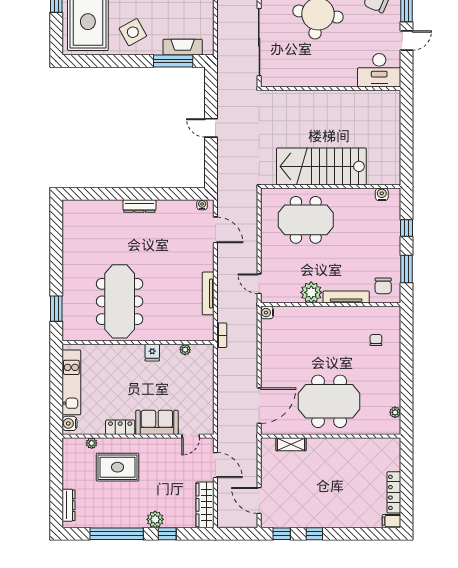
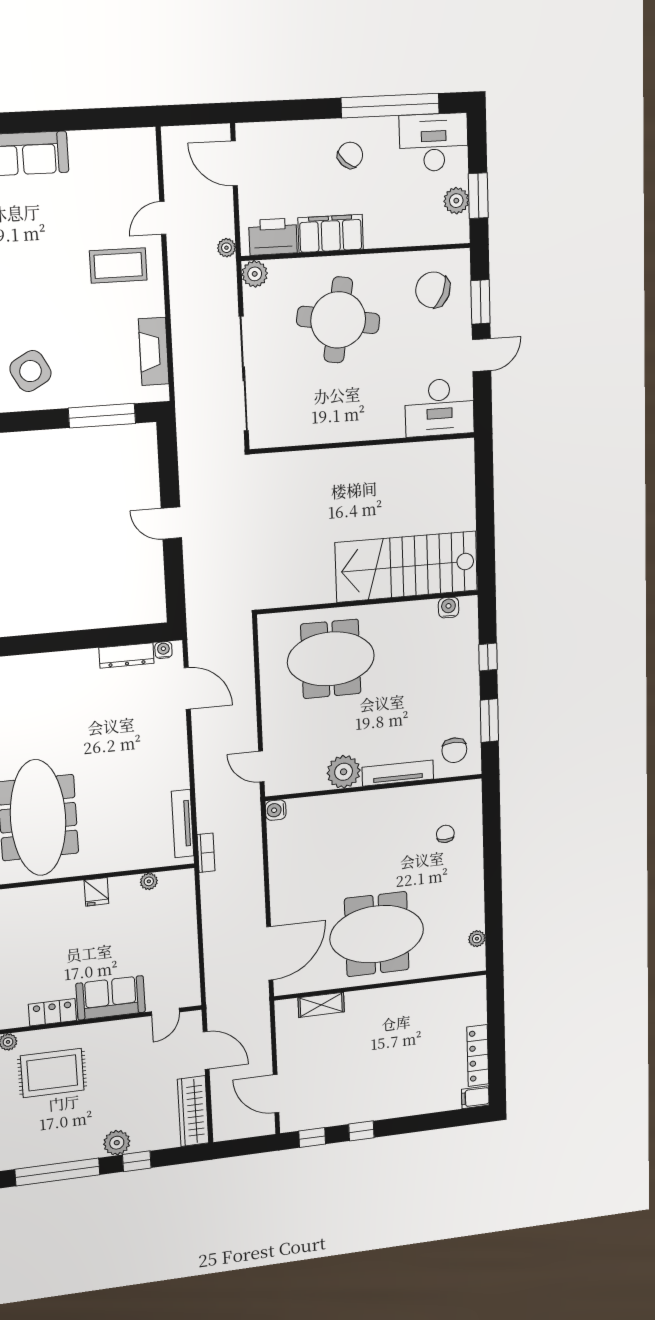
fireplace: (183, 47) -> (154, 351), moved, turned -90
stairs: (321, 166) -> (407, 567), moved
dresser: (139, 206) -> (127, 655), moved
tv unit: (208, 293) -> (183, 824), moved

